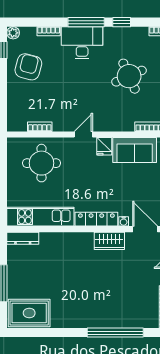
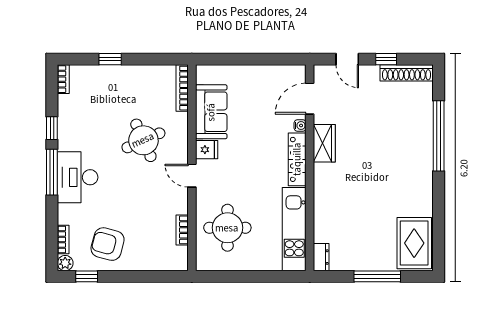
bookcase: (49, 31) -> (63, 239), moved
round table: (129, 76) -> (143, 140), moved
dresser: (23, 238) -> (321, 257), width x0.70

